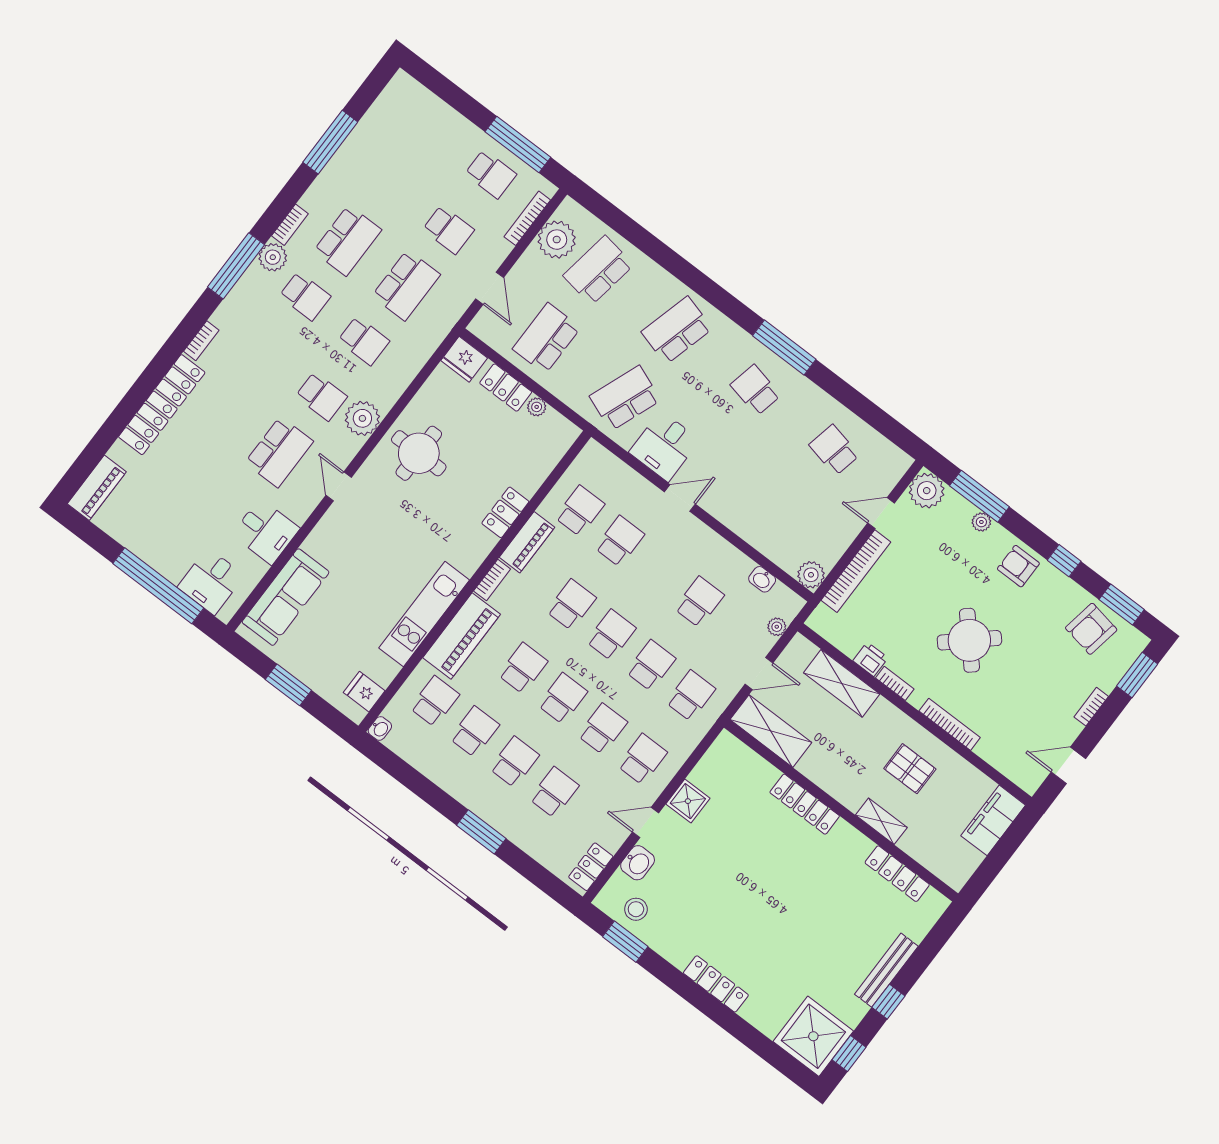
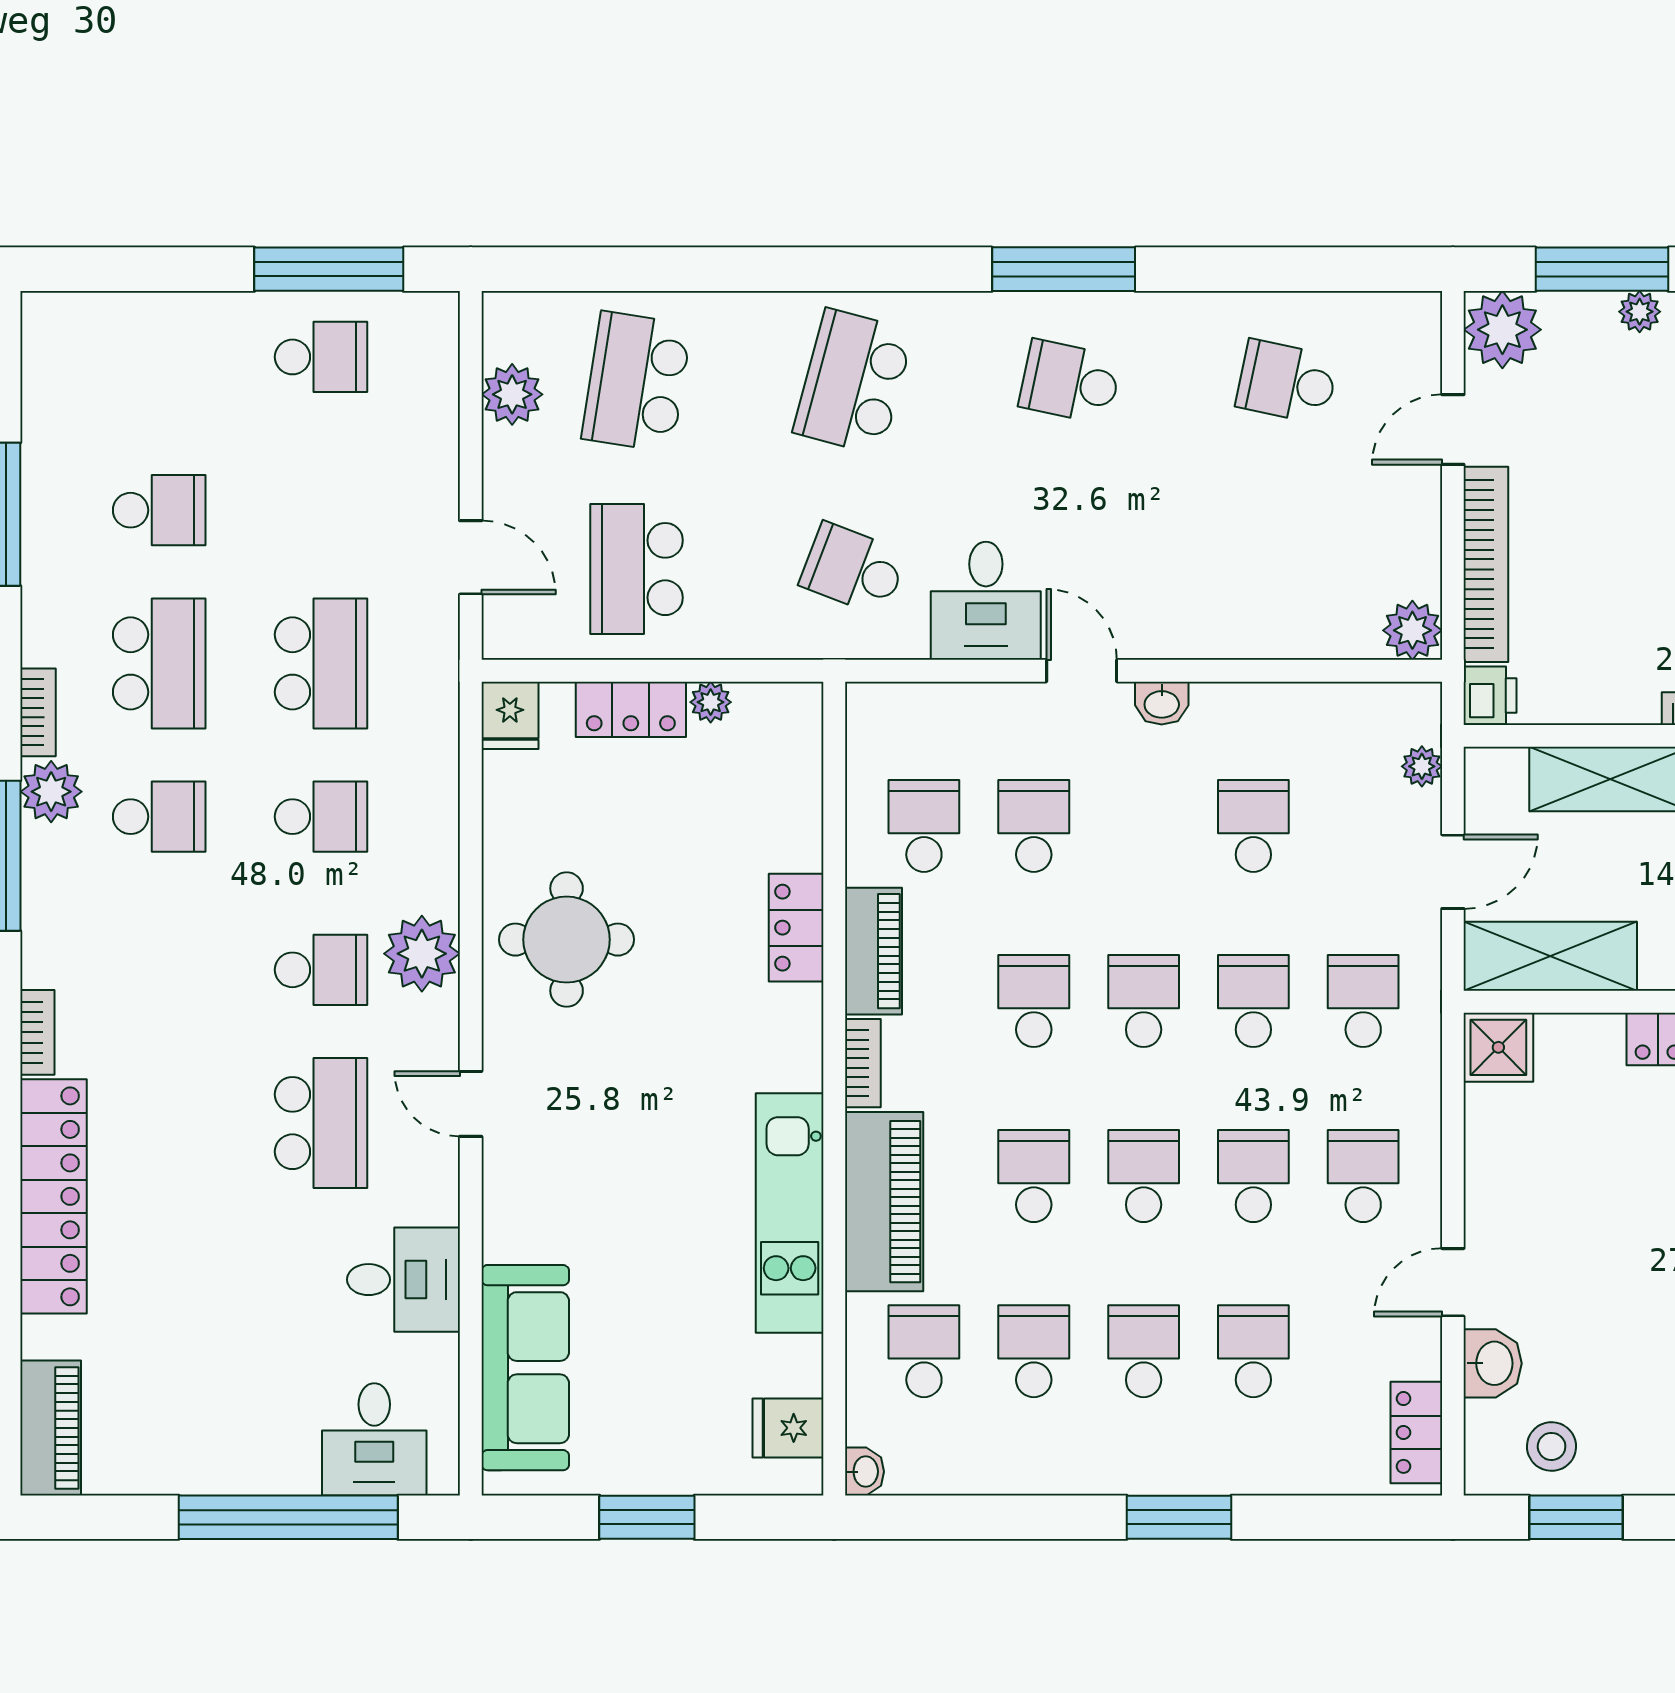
bookcase: (527, 218) -> (444, 385), removed
school desk: (448, 230) -> (159, 510), moved
plant: (557, 240) -> (512, 394), width x0.73, depth x0.73
fridge: (464, 359) -> (510, 715), width x0.72
school desk: (625, 398) -> (853, 569), width x0.54
door: (680, 498) -> (1082, 671), hinge flipped
washbasin: (762, 579) -> (1162, 703), moved
printer: (870, 659) -> (1490, 695), moved, turned 90
shower: (688, 801) -> (1498, 1047), moved

